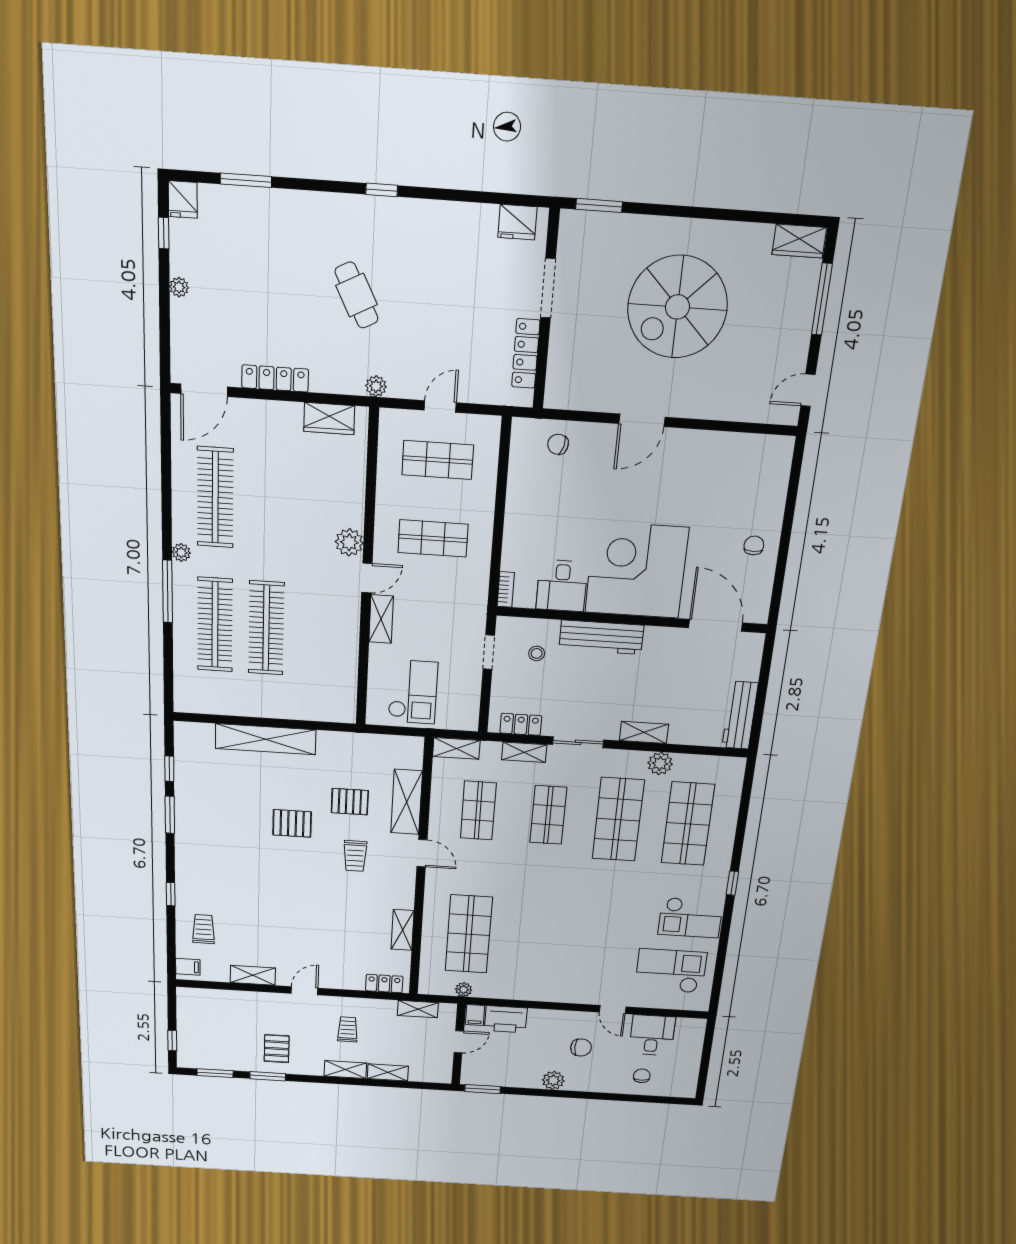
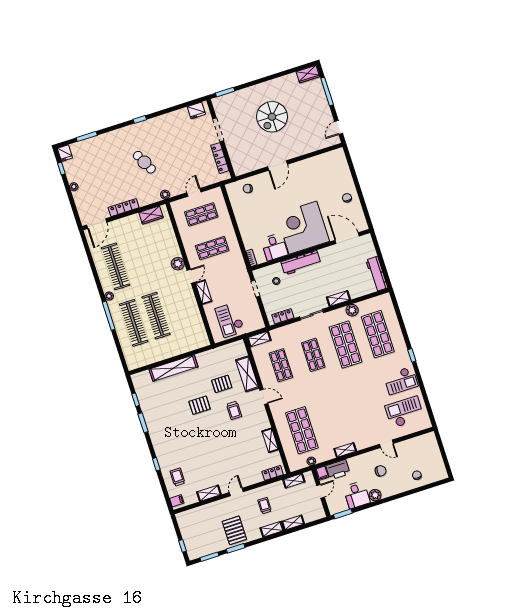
spiral stairs: (678, 307) -> (272, 117), width x0.73, depth x0.73
checkout: (413, 692) -> (230, 320), turned 180
shelving: (524, 752) -> (345, 450), moved
desk: (652, 1035) -> (357, 495), moved, turned 180
pallet: (277, 1049) -> (234, 530), width x1.50, depth x1.42

